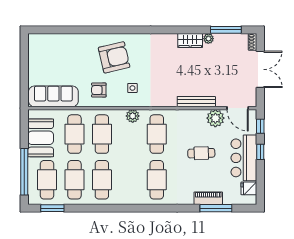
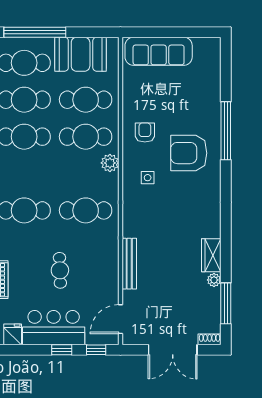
window: (97, 30) -> (226, 131), added
armchair: (114, 57) -> (189, 153), turned 103
sofa: (53, 96) -> (159, 51), moved, turned 90
plant: (133, 116) -> (110, 163), moved
plant: (215, 118) -> (107, 289), removed

